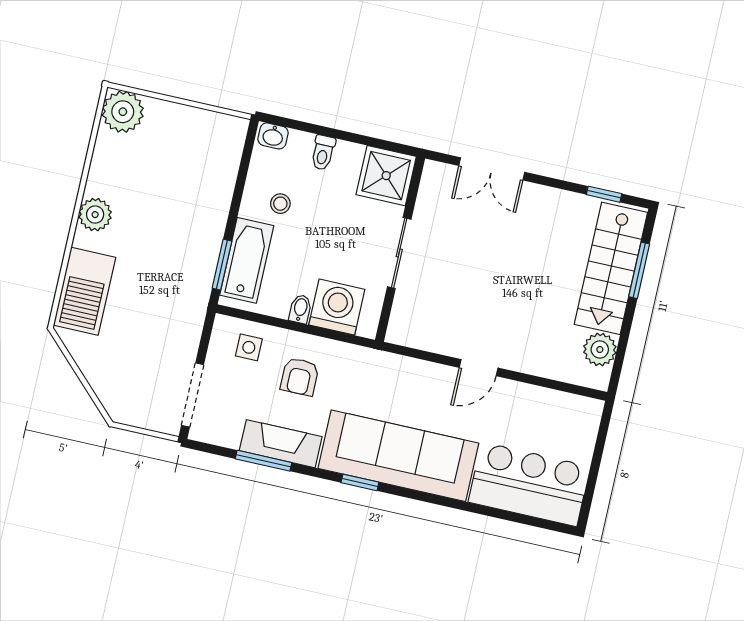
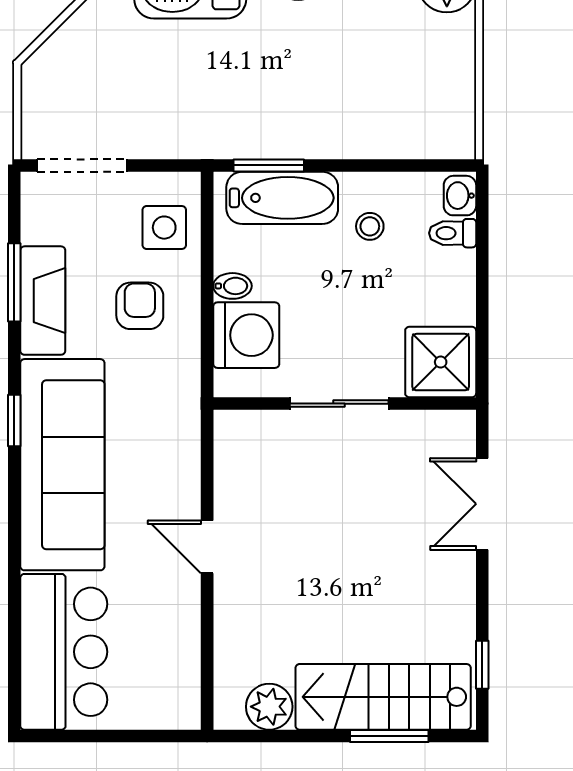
toilet: (323, 153) -> (453, 233), moved
side table: (249, 347) -> (164, 228), width x1.37, depth x1.37
armchair: (300, 377) -> (140, 306), turned 90

